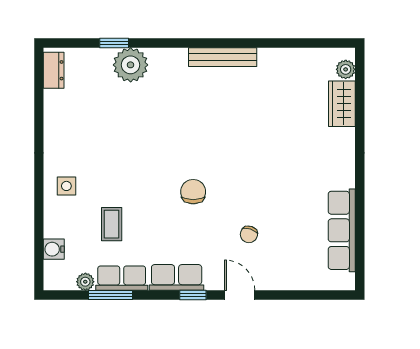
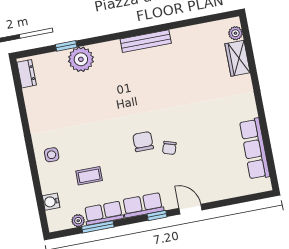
coffee table: (112, 224) -> (89, 176), turned 90
chair: (249, 234) -> (169, 148), moved

